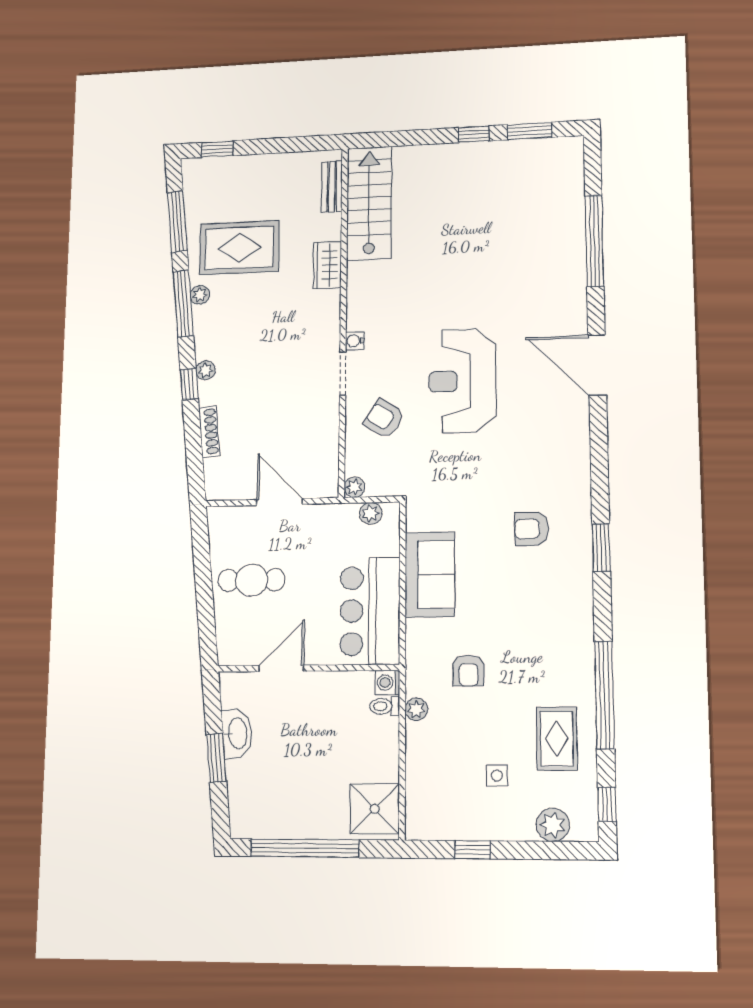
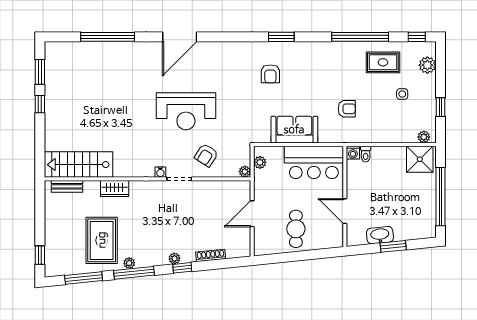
plant: (416, 709) -> (424, 137), moved

